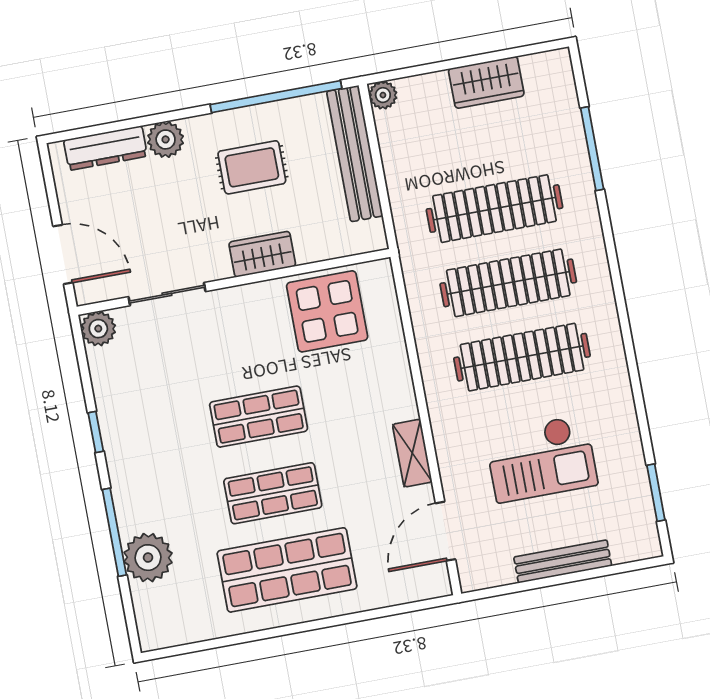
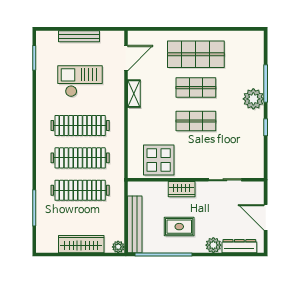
wardrobe: (486, 82) -> (81, 244), width x1.50
door: (63, 254) -> (266, 217), moved
plant: (98, 329) -> (256, 171), removed
plant: (148, 558) -> (253, 99), moved

